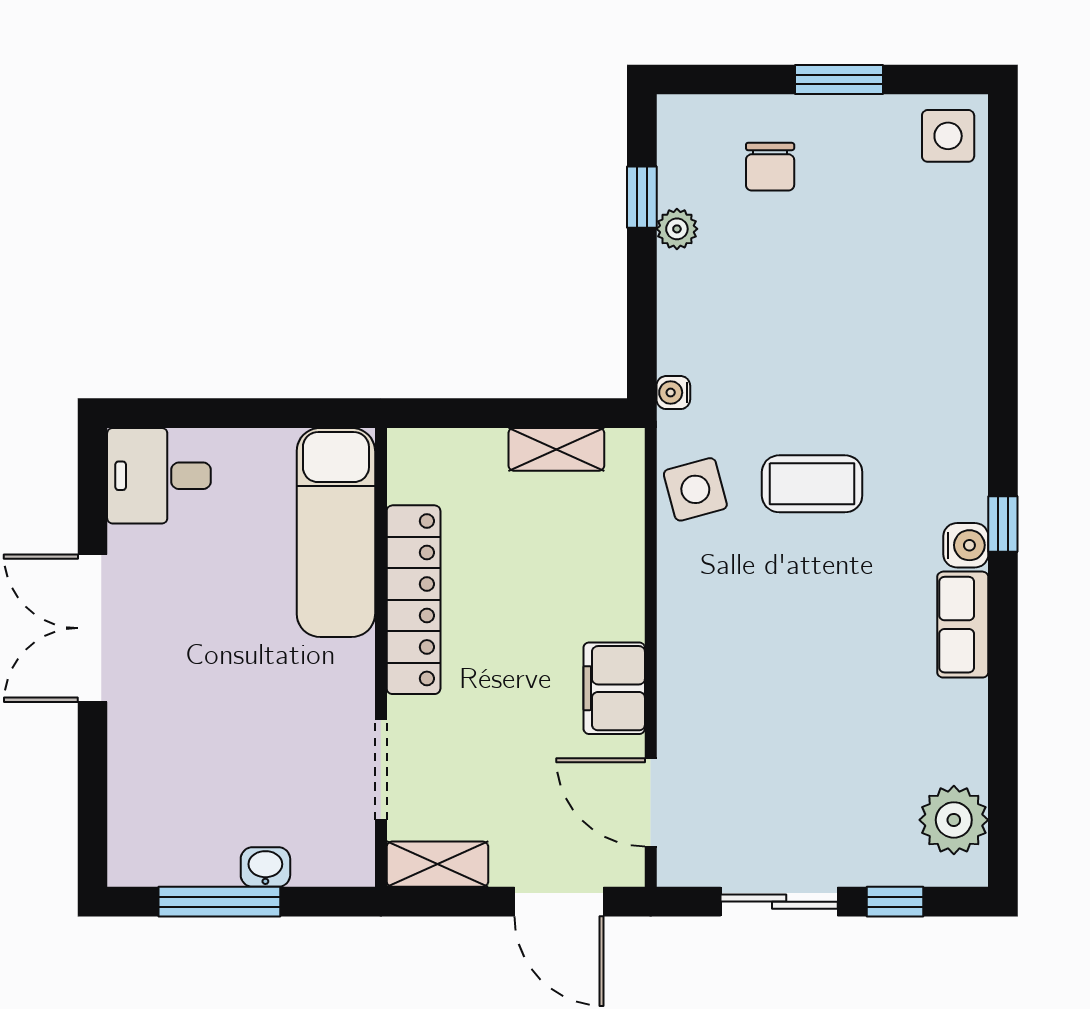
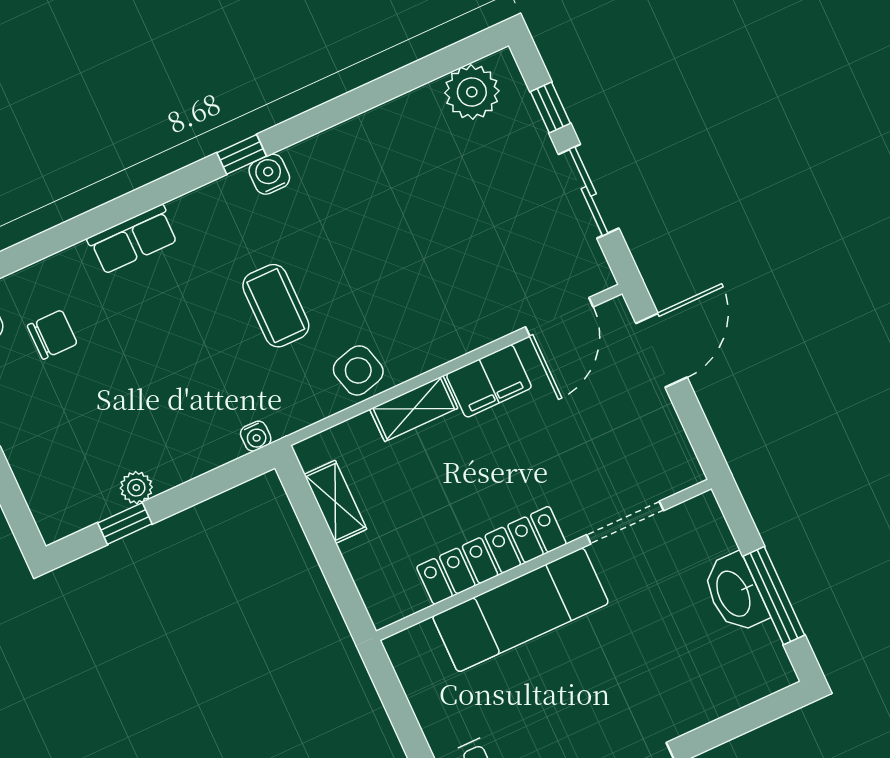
chair: (770, 167) -> (52, 335), moved
side table: (695, 489) -> (358, 370), moved
exam couch: (336, 532) -> (521, 610), moved
row of seats: (963, 625) -> (133, 239), moved
shelving: (437, 864) -> (414, 409), moved, turned 90
washbasin: (265, 867) -> (735, 593), width x1.91, depth x1.45

